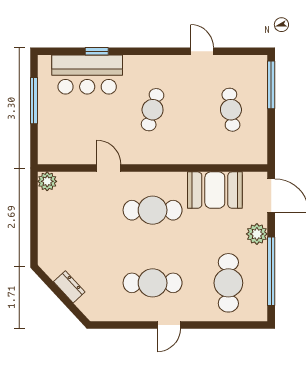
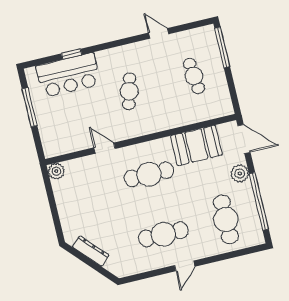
dresser: (69, 287) -> (91, 251), width x1.44

